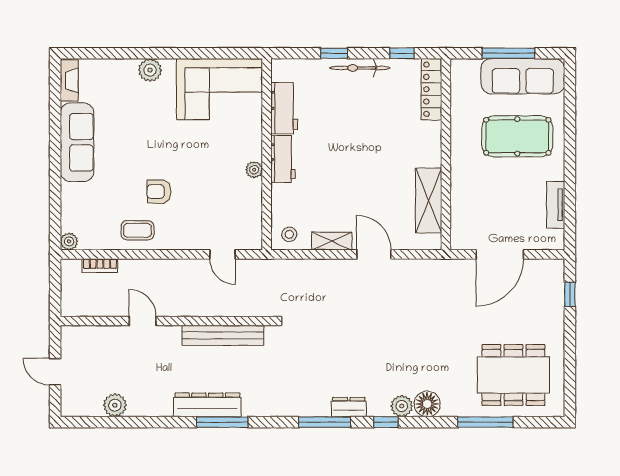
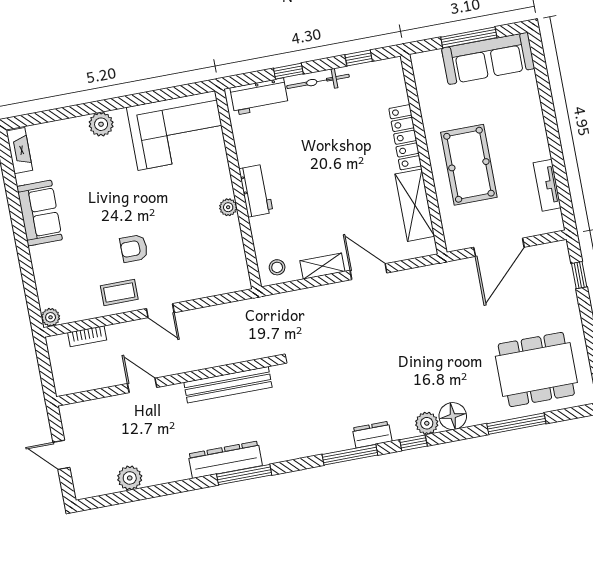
locker: (431, 89) -> (405, 137), moved
workbench: (284, 108) -> (259, 97), moved, turned 90
pool table: (517, 136) -> (469, 165), moved, turned 90
sofa: (77, 142) -> (40, 213), width x0.73
door: (222, 254) -> (160, 311), moved

